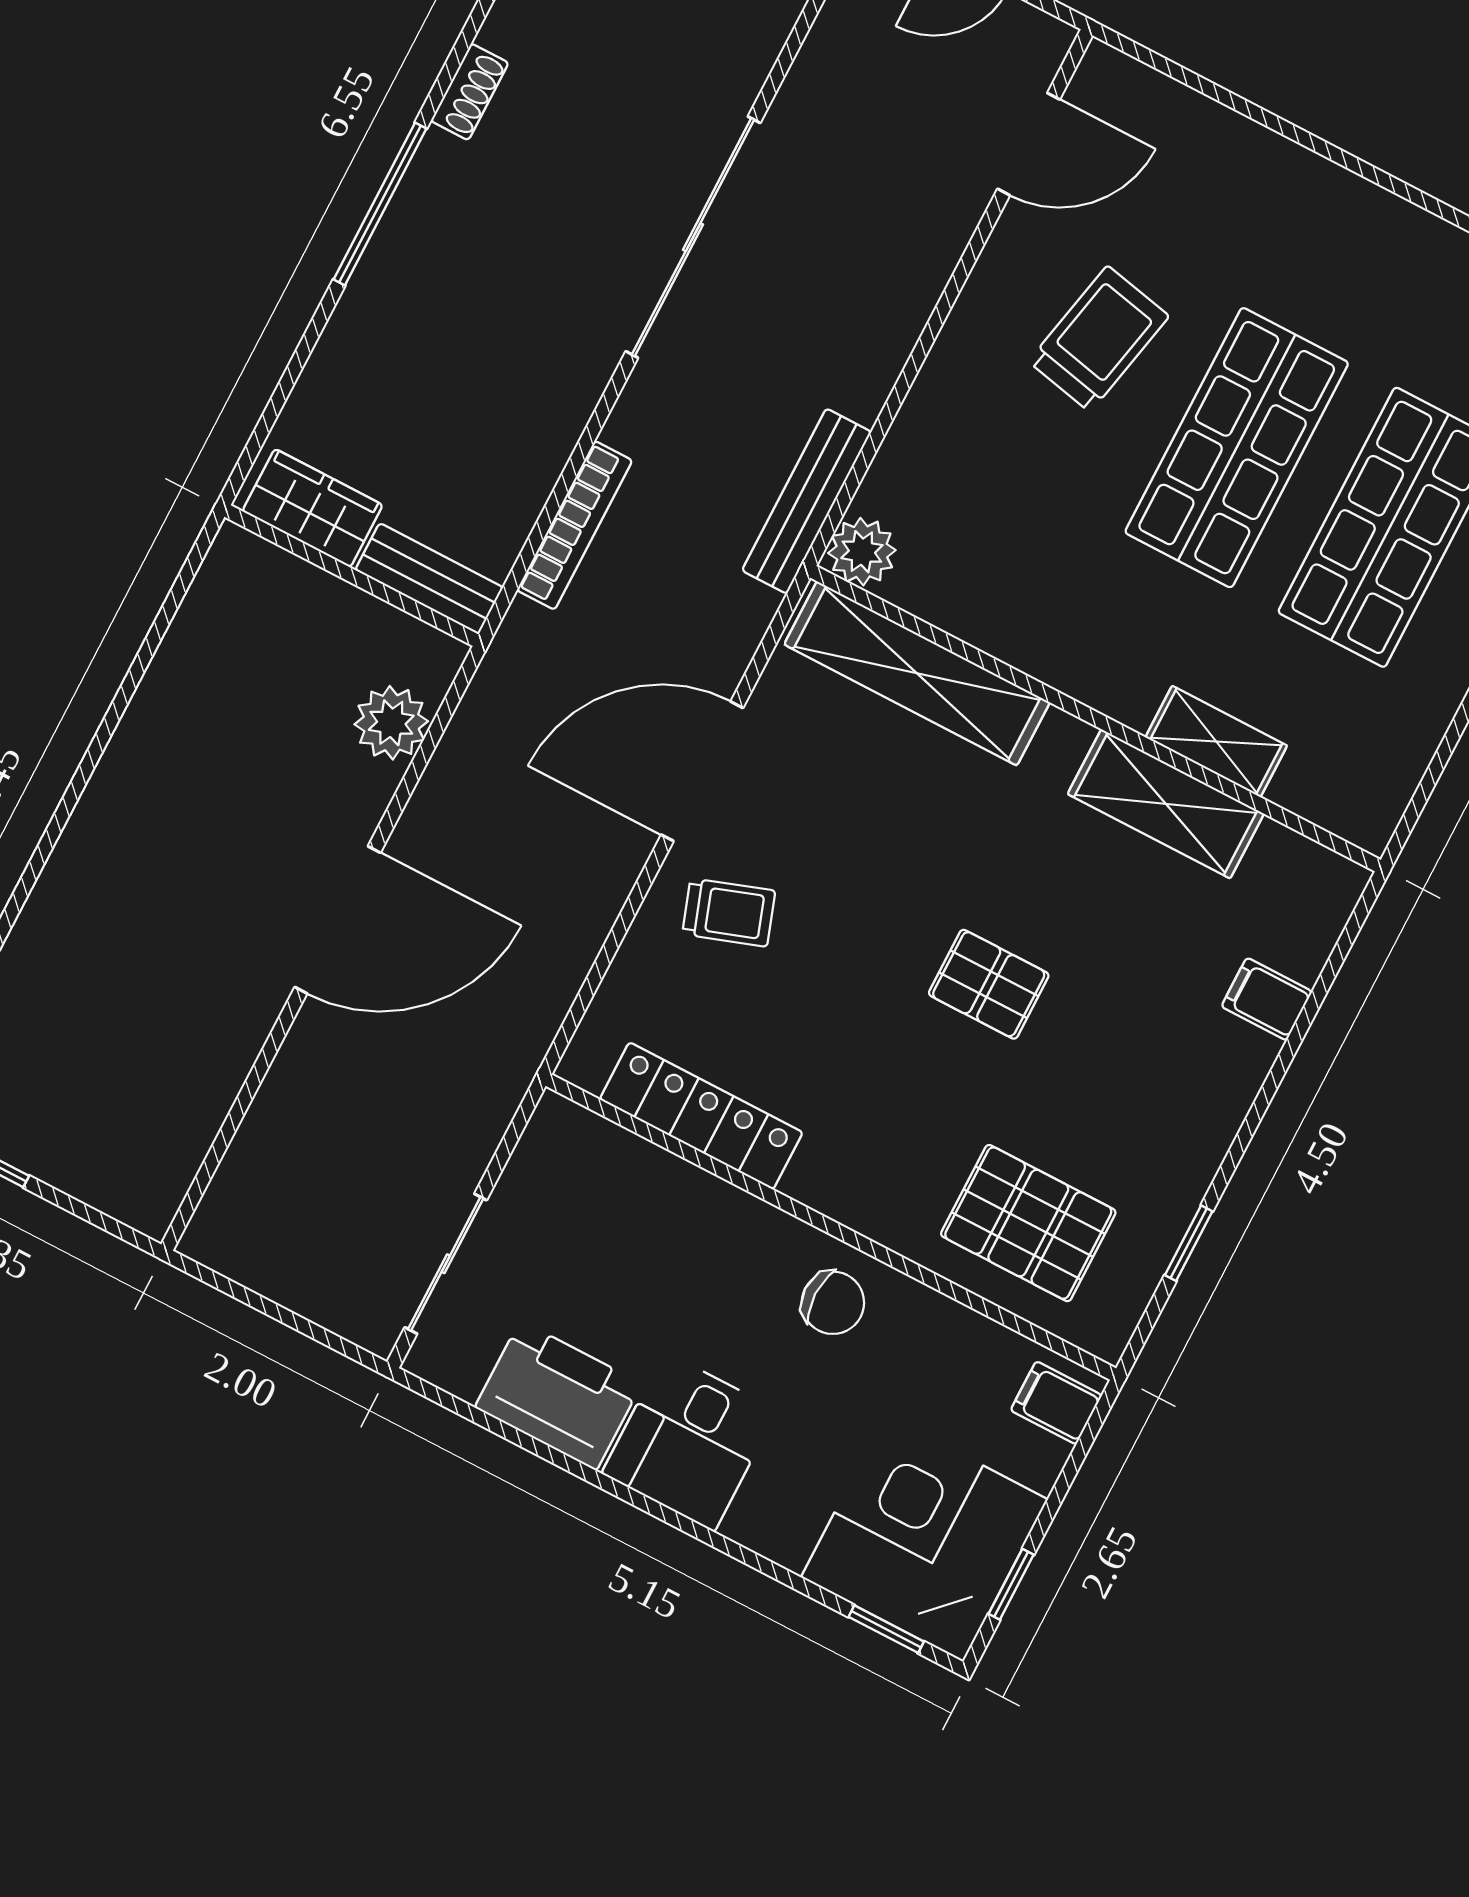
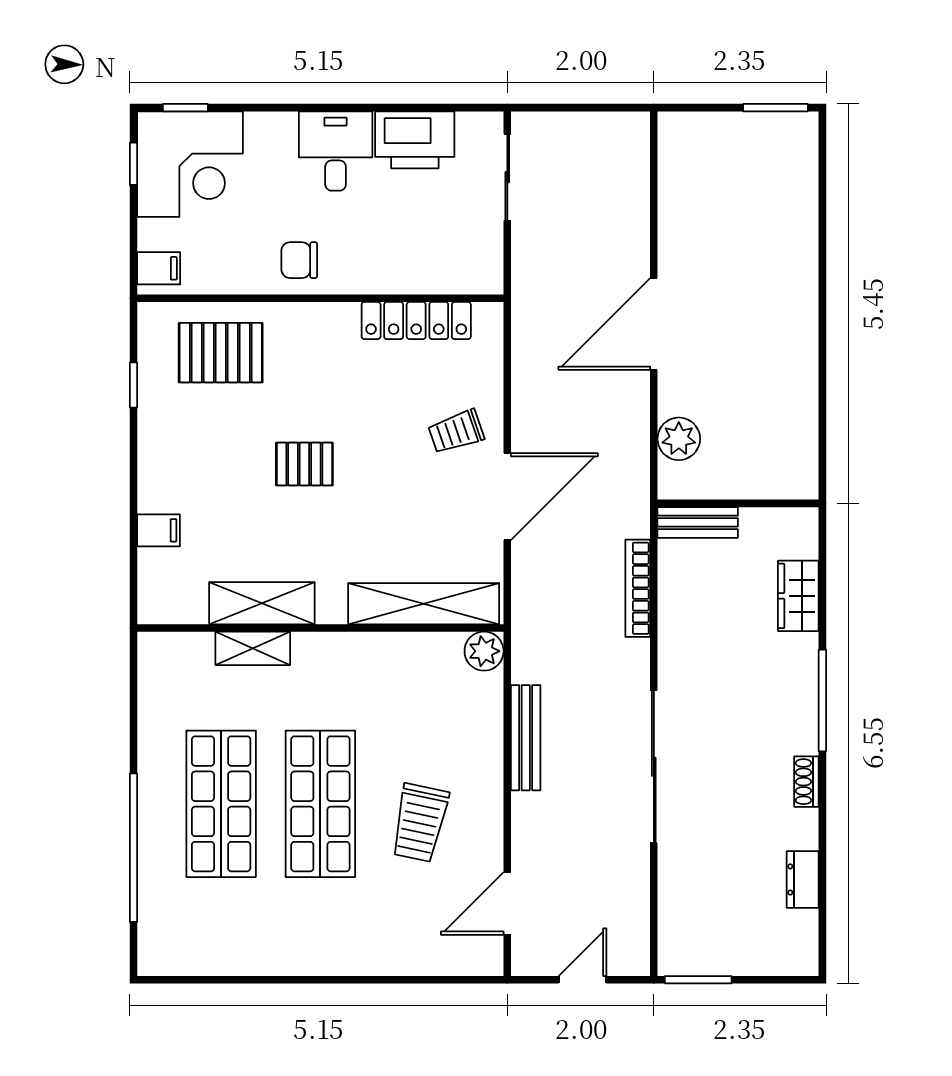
bench: (807, 501) -> (526, 738), moved
wardrobe: (313, 508) -> (798, 596), moved, turned 90

